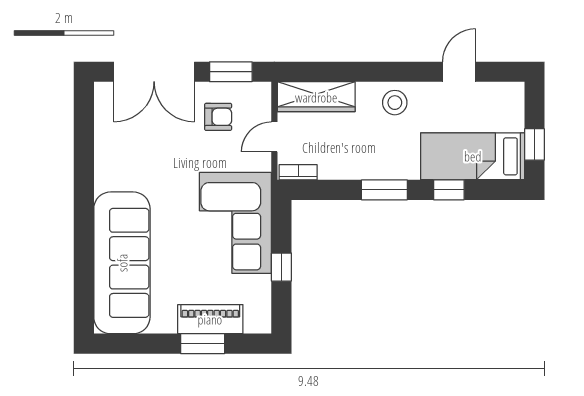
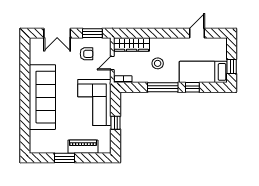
double door: (154, 72) -> (57, 33), width x0.73
stool: (395, 103) -> (158, 63), moved
window: (384, 190) -> (163, 87), width x1.44
sofa: (122, 263) -> (42, 97), moved
window: (203, 344) -> (65, 158), moved

